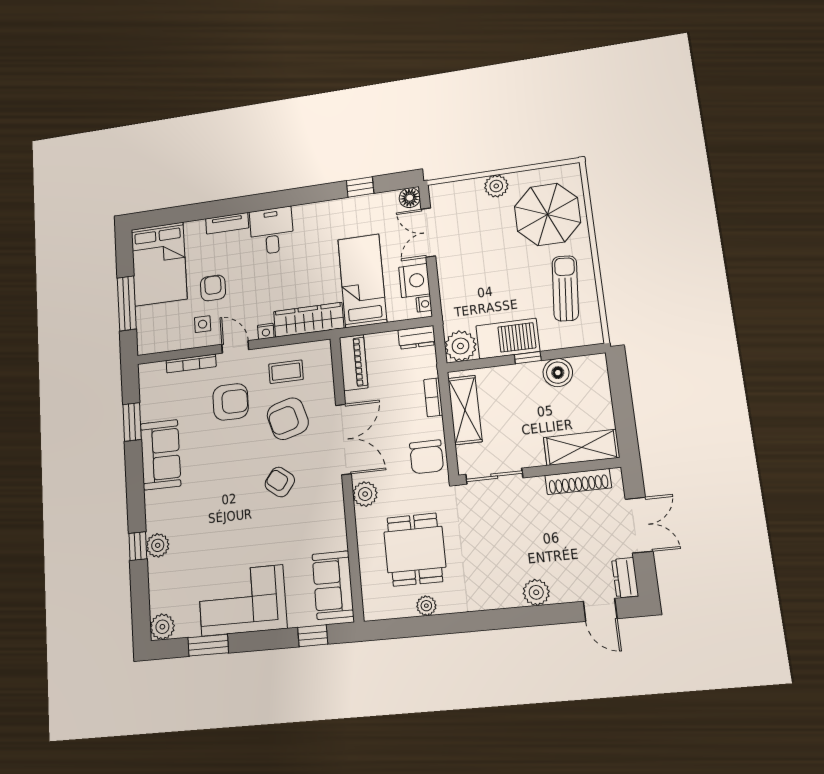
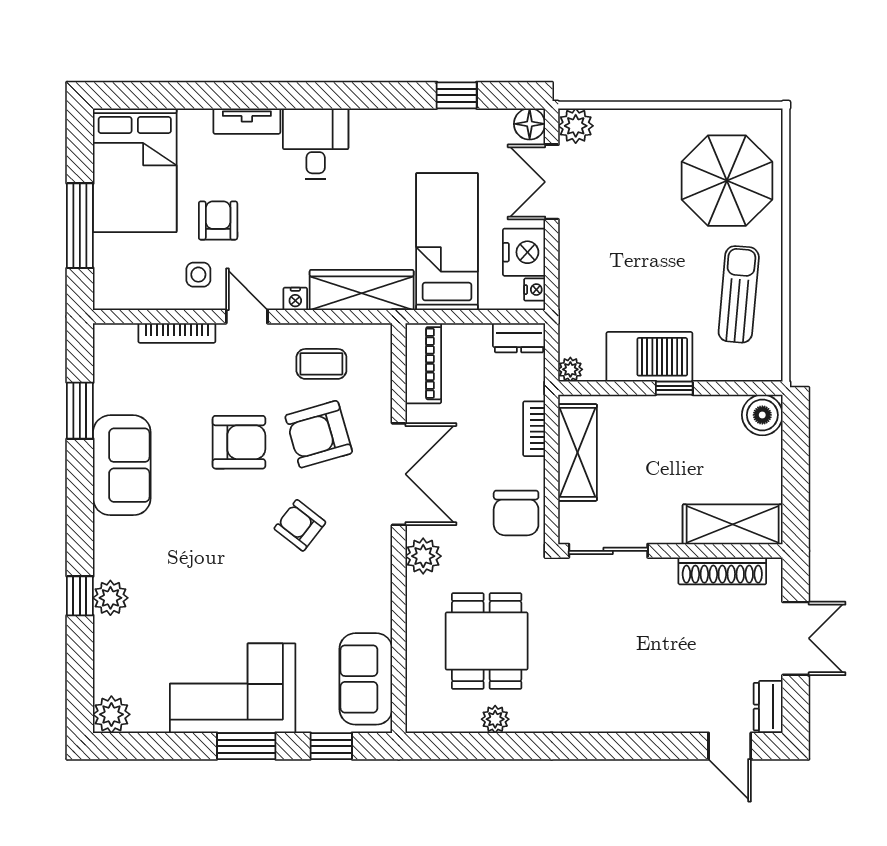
plant: (496, 186) -> (576, 126), moved
plant: (460, 346) -> (570, 369), width x0.53, depth x0.53
boiler: (558, 373) -> (762, 415), moved
armchair: (231, 402) -> (239, 442), moved
plant: (536, 592) -> (647, 715), removed
window: (208, 645) -> (246, 746), moved

